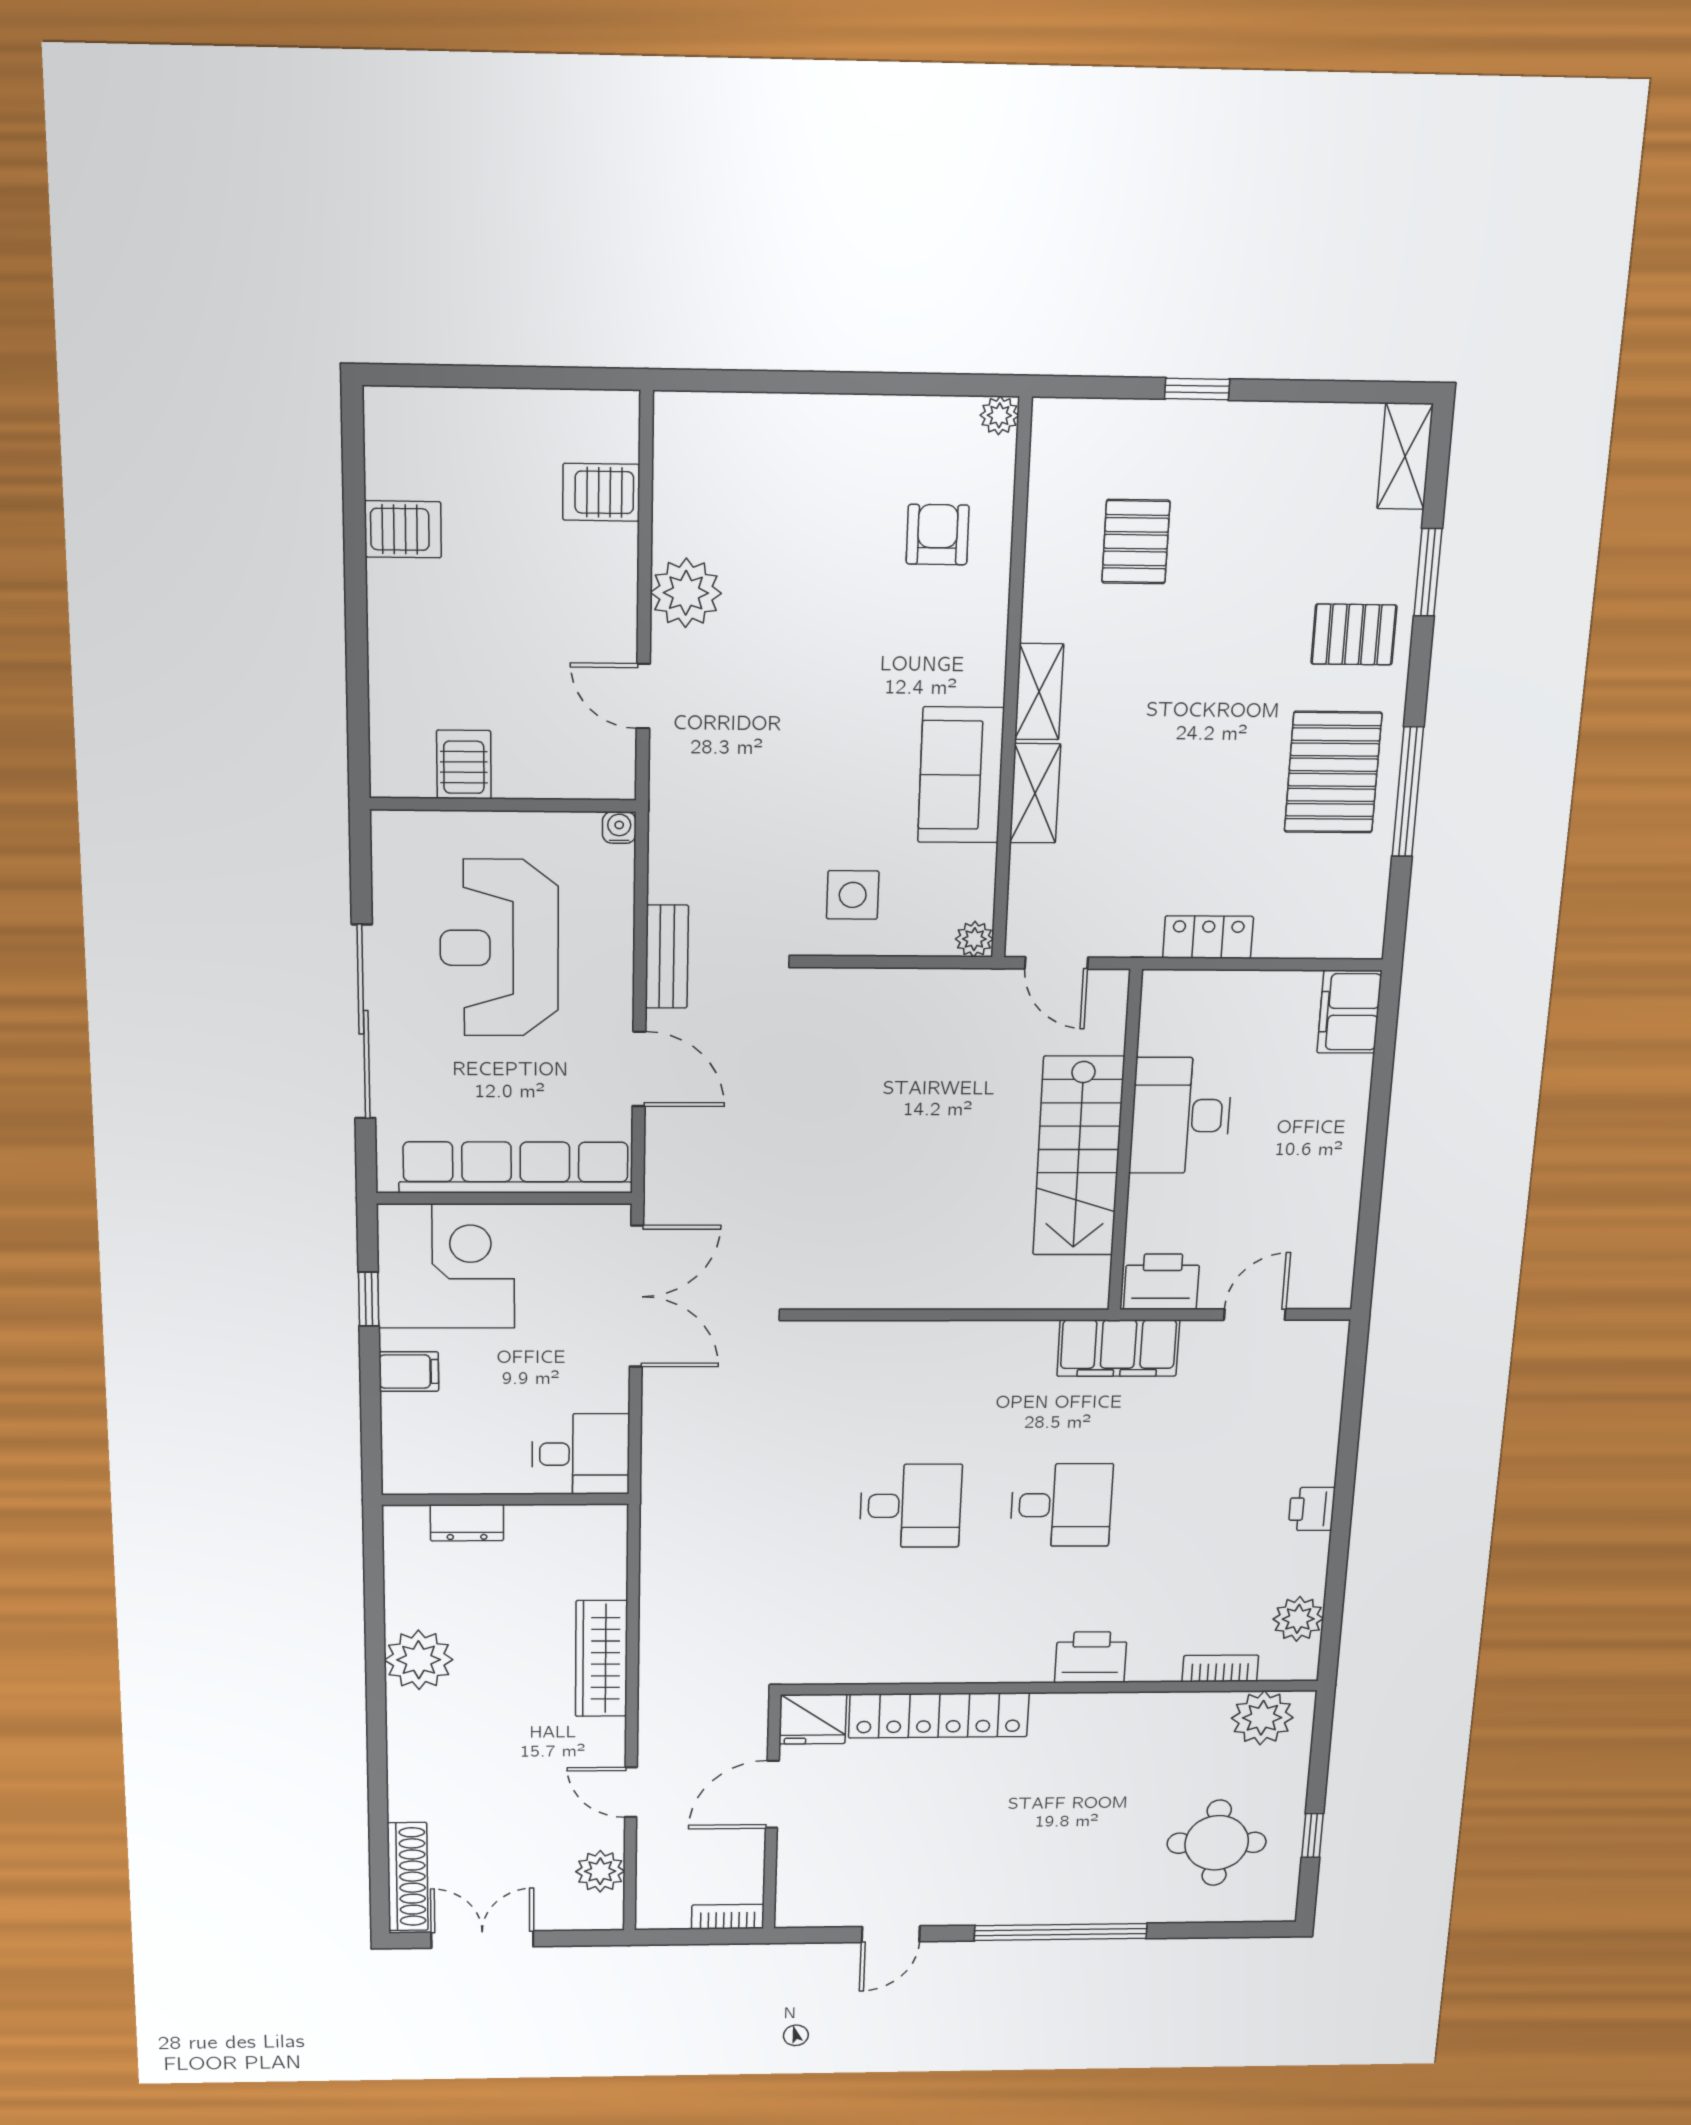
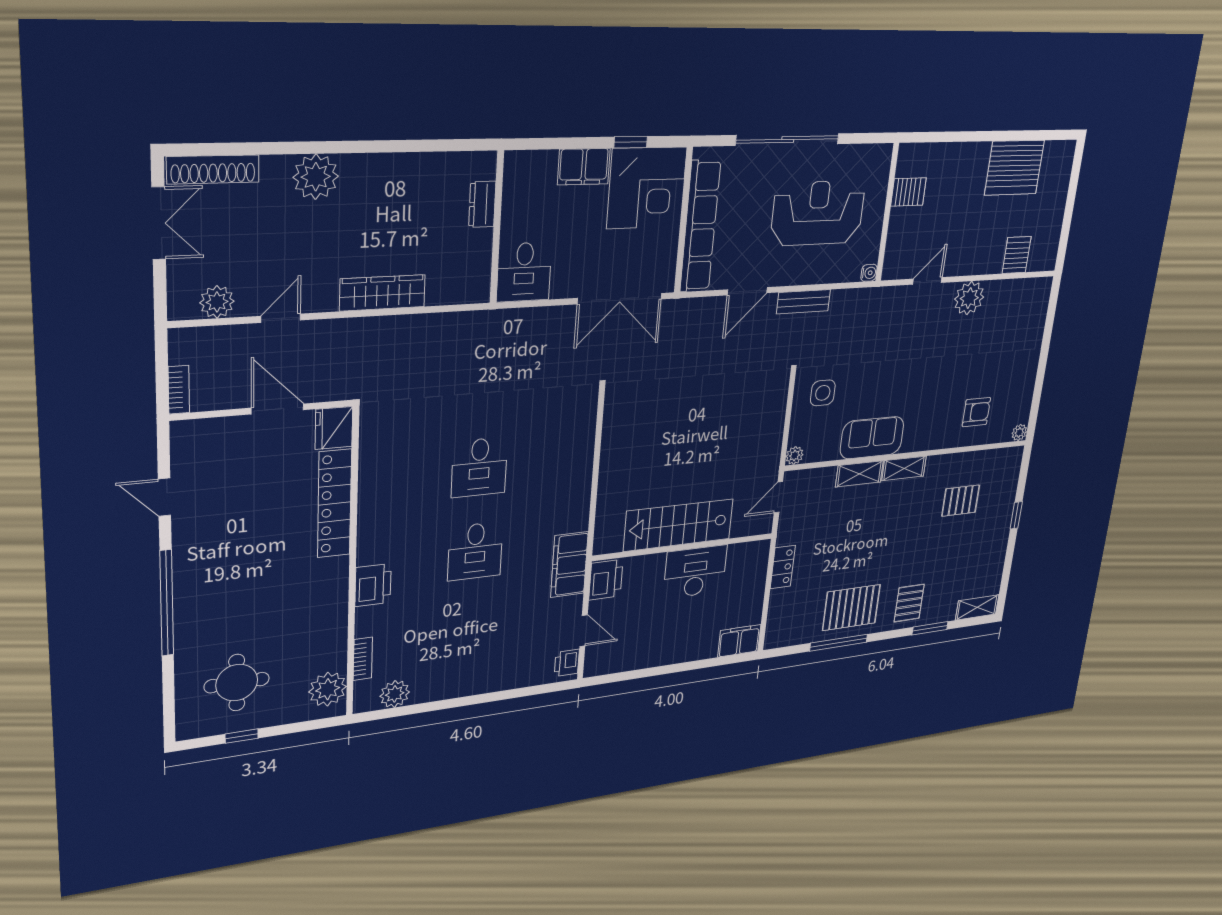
server rack: (403, 529) -> (1014, 168), width x2.18, depth x1.44
filing cabinet: (409, 1372) -> (584, 167), width x2.00
printer: (1312, 1509) -> (567, 663), moved, turned -90
plant: (419, 1660) -> (316, 177), moved

